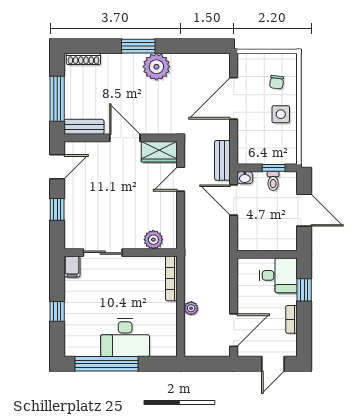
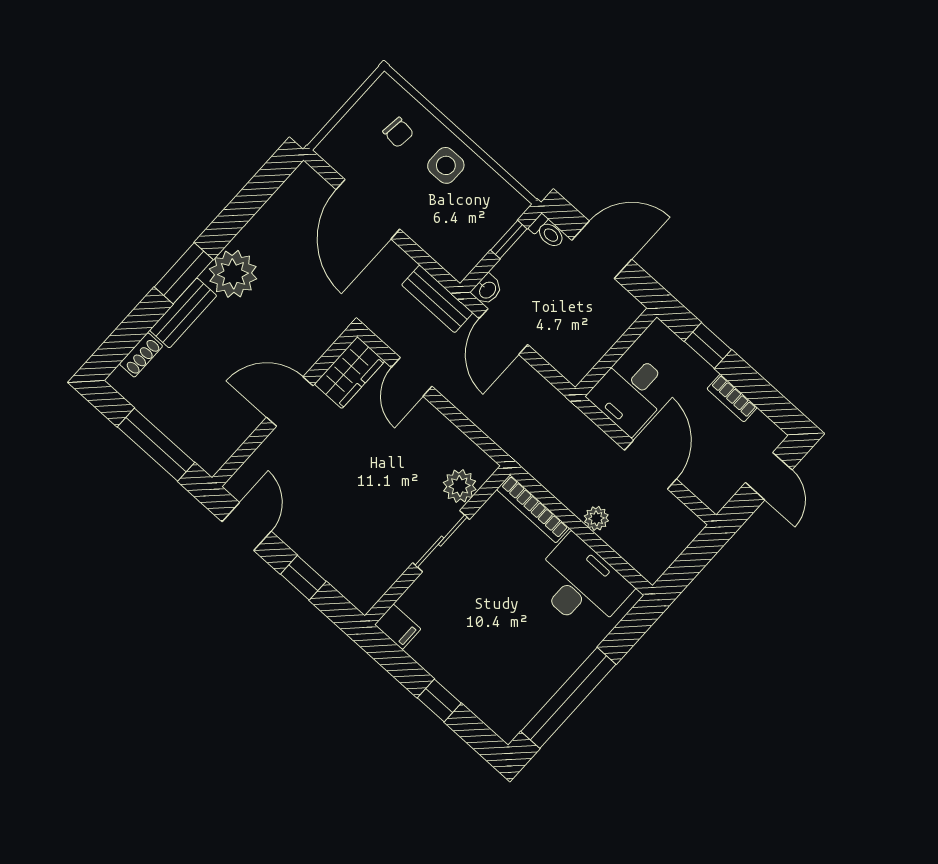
shoe rack: (83, 59) -> (141, 355), width x0.70
bench: (84, 127) -> (183, 313), moved
toilet: (273, 181) -> (547, 232), moved
door: (234, 200) -> (503, 332), hinge flipped
sliding door: (103, 253) -> (441, 541), moved
desk: (278, 275) -> (631, 392), moved, turned 180
door: (234, 330) -> (651, 465), moved
desk: (125, 338) -> (581, 584), moved, turned -90

